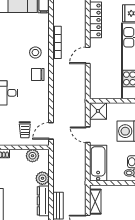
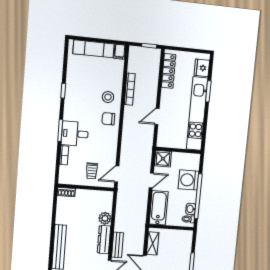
door: (88, 55) -> (157, 116), moved
door: (88, 135) -> (151, 180), swing flipped
plant: (32, 156) -> (97, 196), removed

